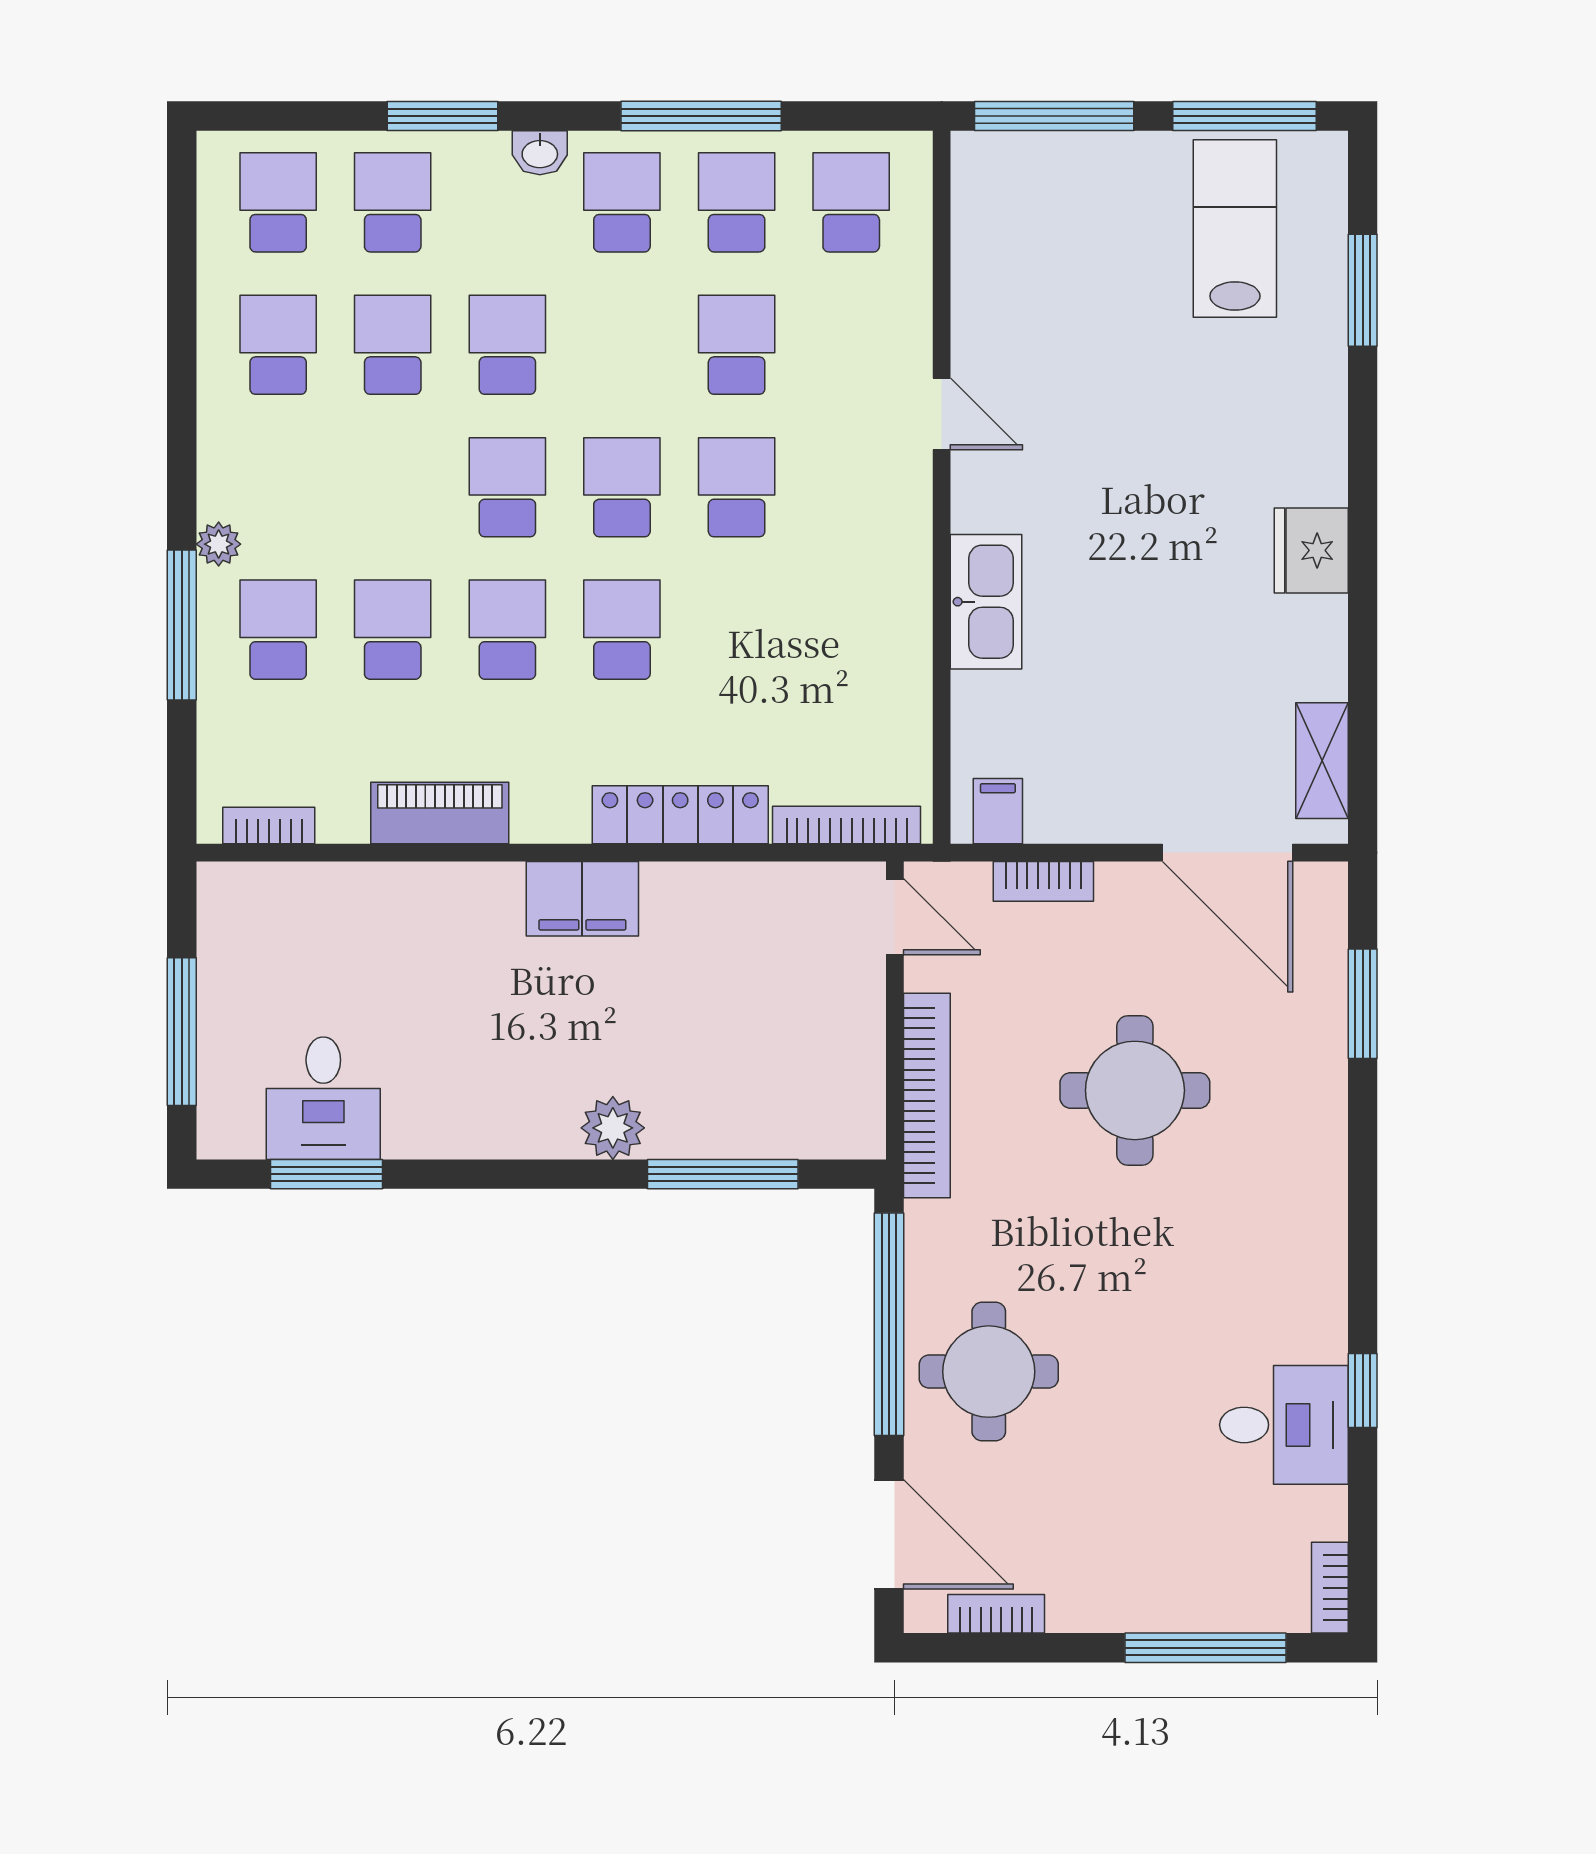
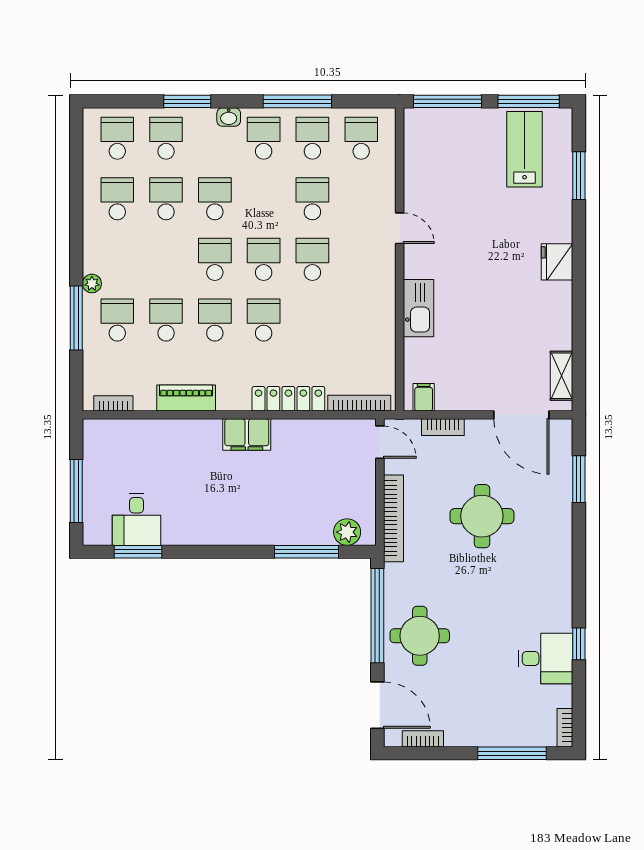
fridge: (1311, 550) -> (557, 262), moved
plant: (613, 1128) -> (347, 532), moved

